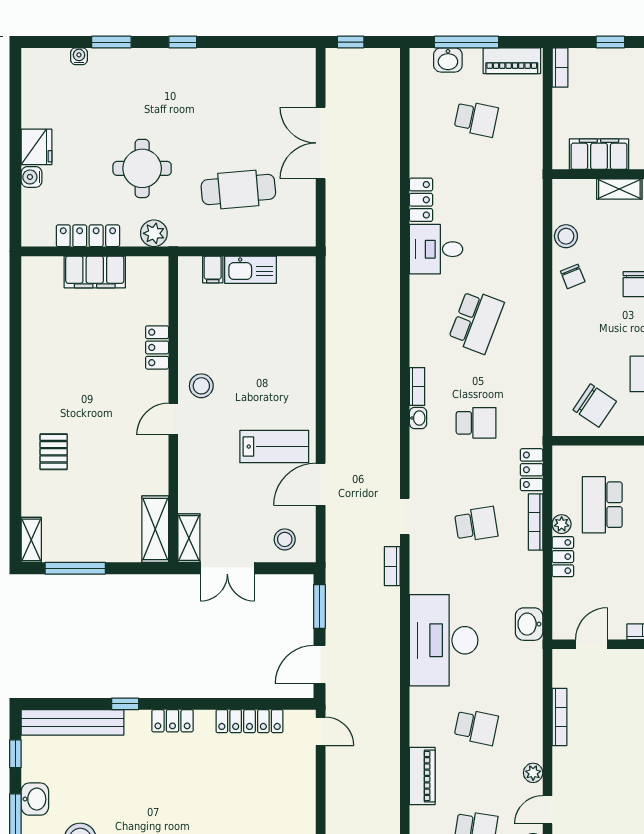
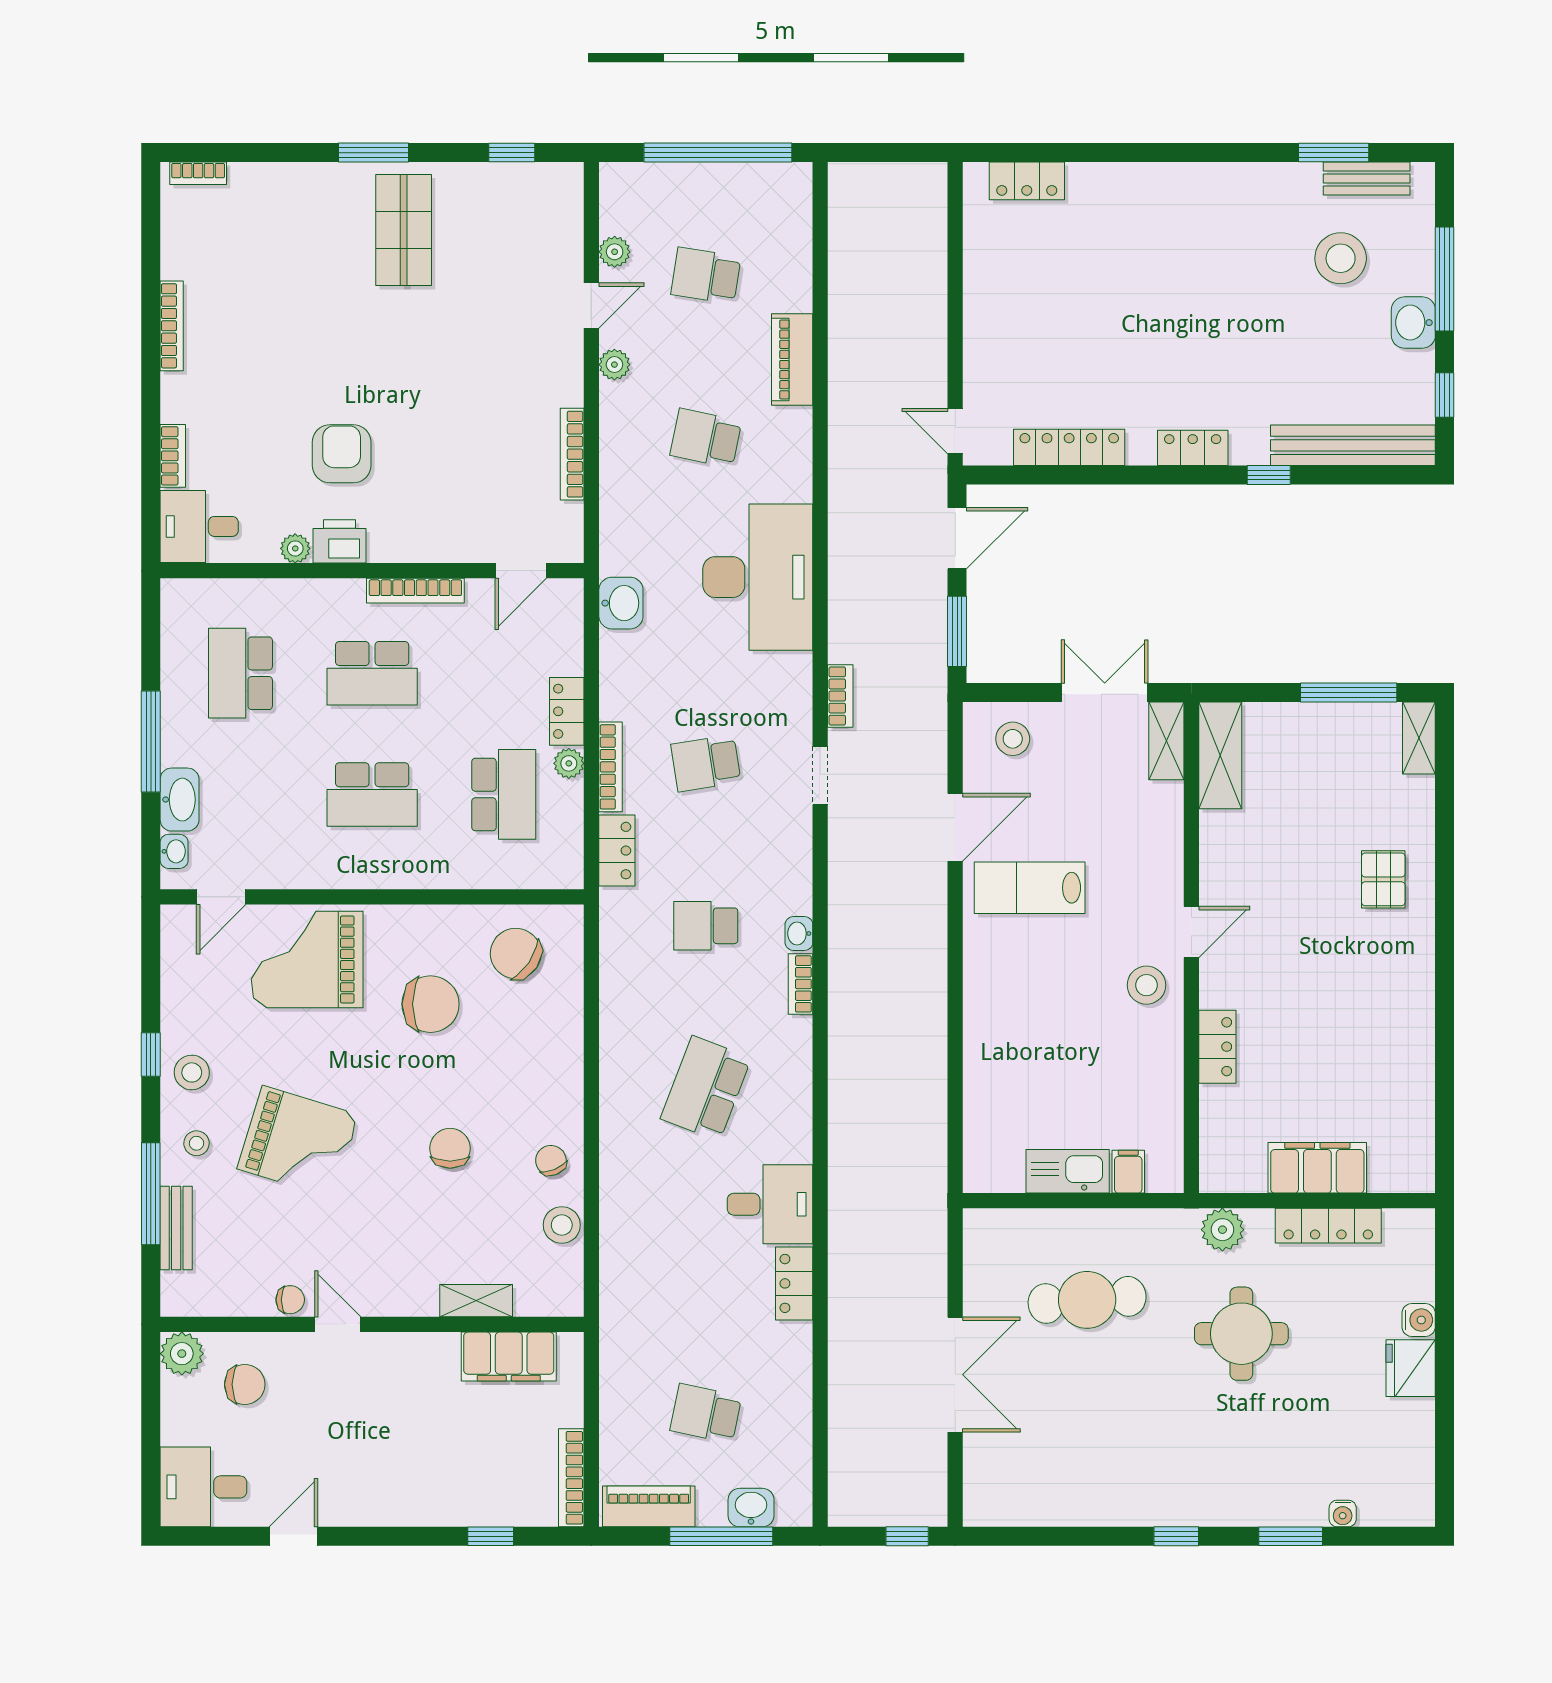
bookcase: (560, 68) -> (571, 1478), width x1.56

